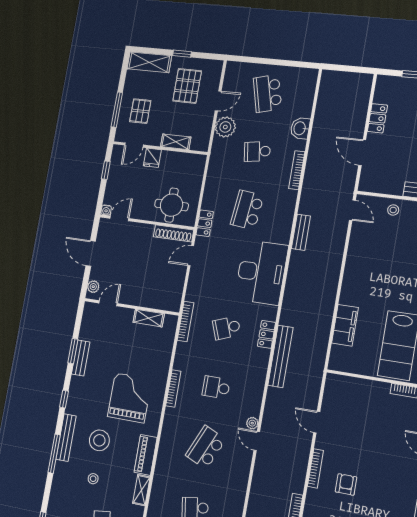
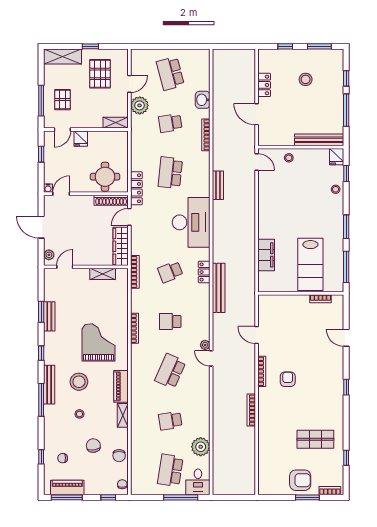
shelving: (176, 142) -> (116, 123), moved
locker: (205, 223) -> (136, 188), width x1.53
wardrobe: (175, 289) -> (121, 246), added

